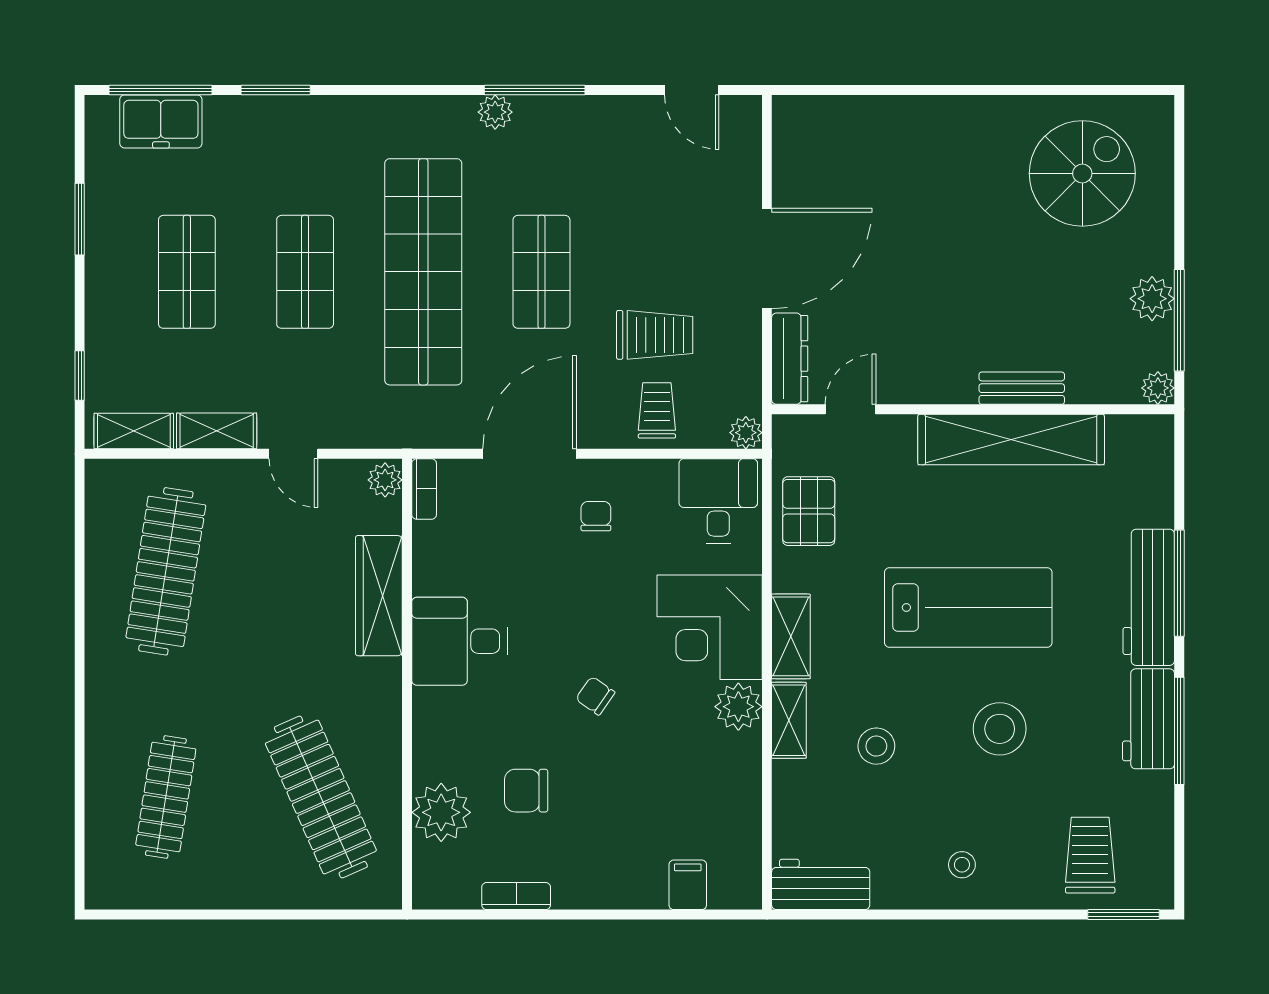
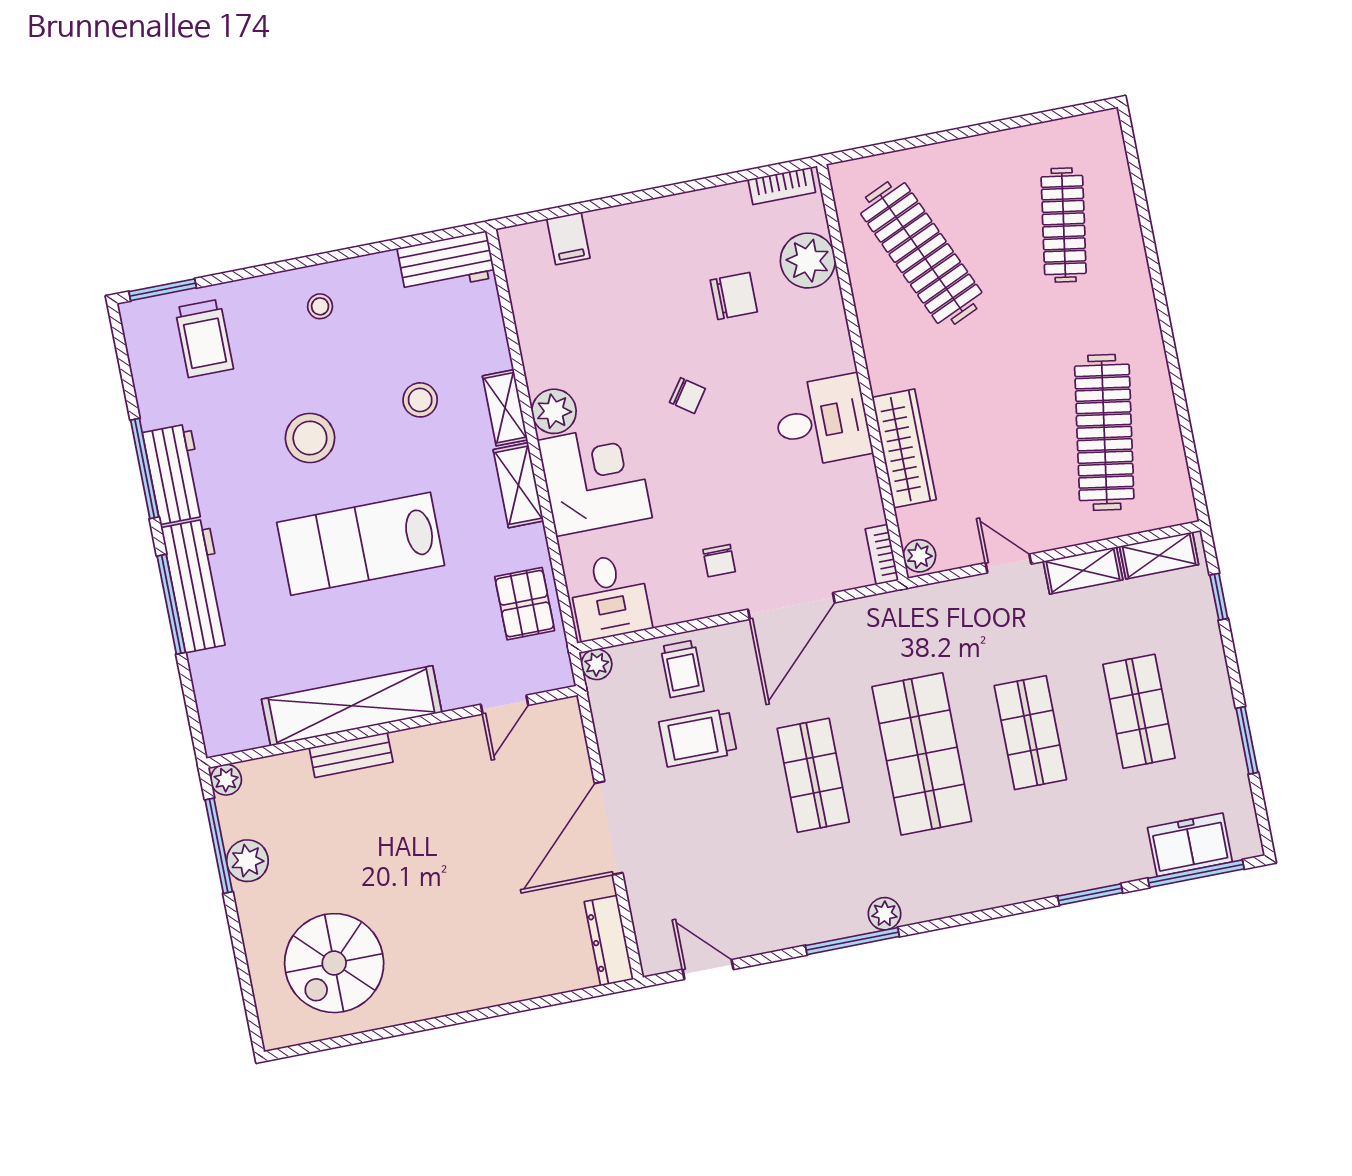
shop shelf: (423, 272) -> (922, 754), width x0.71
dresser: (790, 359) -> (609, 941), moved
bookcase: (516, 896) -> (782, 186), moved

